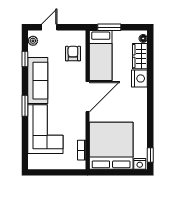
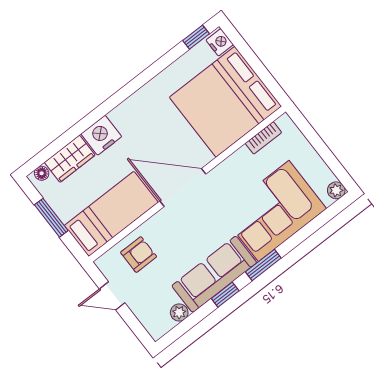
door: (49, 27) -> (112, 296), moved
window: (109, 27) -> (51, 218), moved
plant: (33, 41) -> (179, 313), moved
armchair: (73, 54) -> (139, 255), turned 180
window: (25, 59) -> (225, 295), moved
plant: (33, 164) -> (336, 190), added

